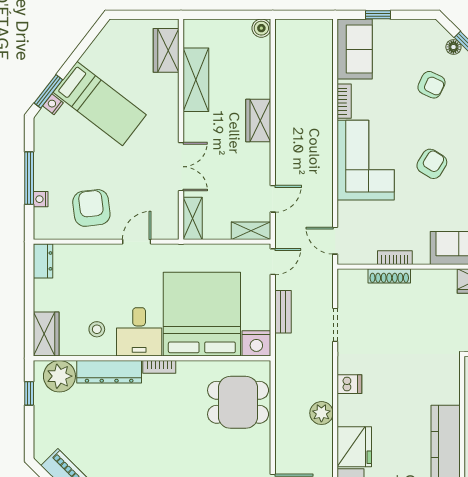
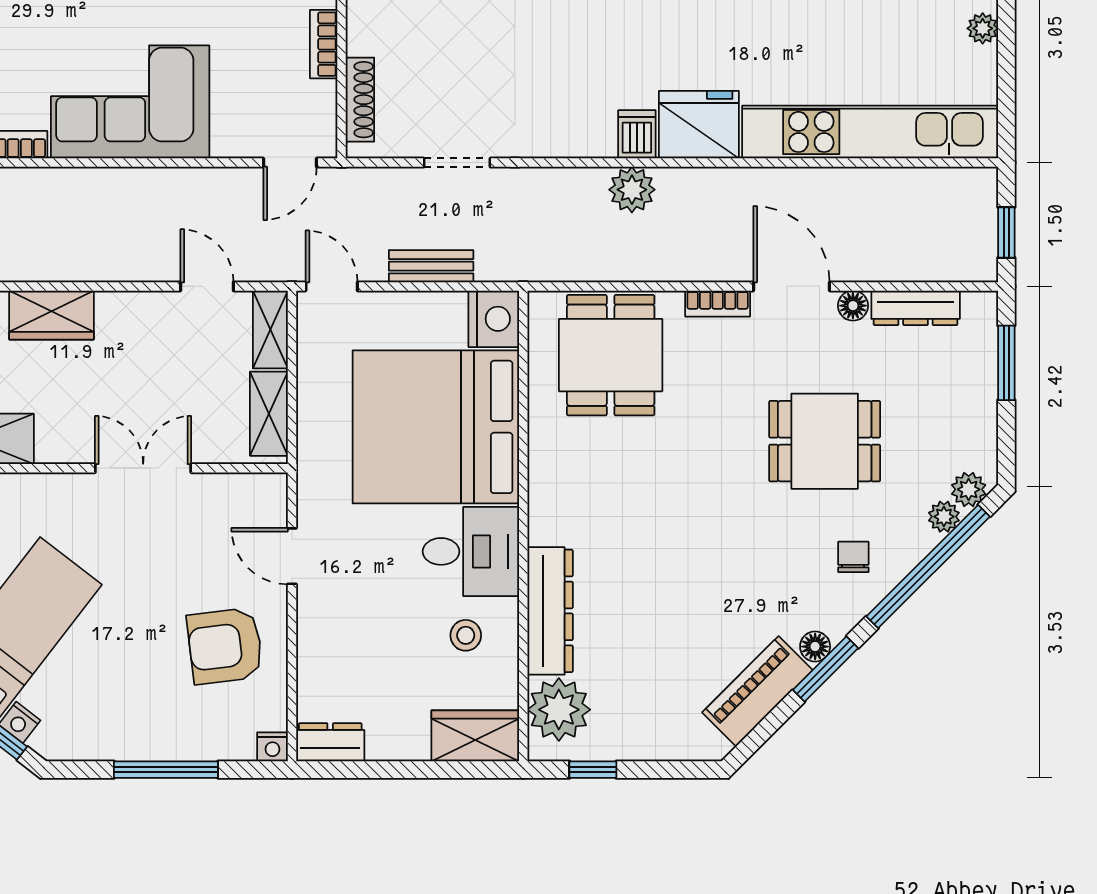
nightstand: (41, 199) -> (272, 747), moved
shelving: (193, 218) -> (269, 414), moved, turned 90
shoe rack: (389, 276) -> (360, 100), moved
bookcase: (159, 367) -> (718, 304), moved, turned 90
dishwasher: (349, 384) -> (637, 134), moved

